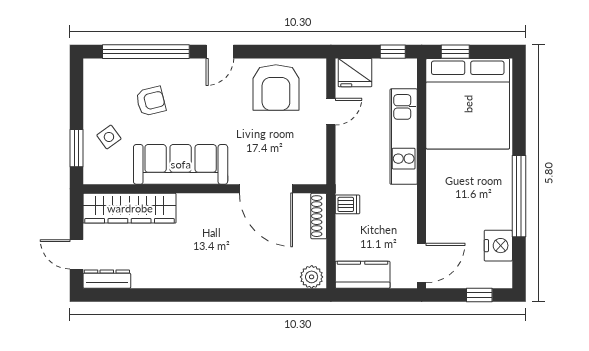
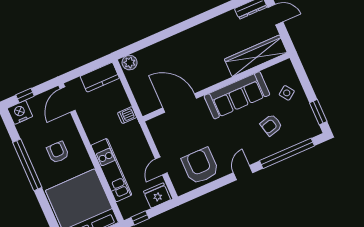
window: (76, 148) -> (318, 112), moved
armchair: (468, 195) -> (58, 152), added
shoe rack: (319, 216) -> (141, 101), removed
nightstand: (498, 246) -> (20, 112), moved, turned 90

